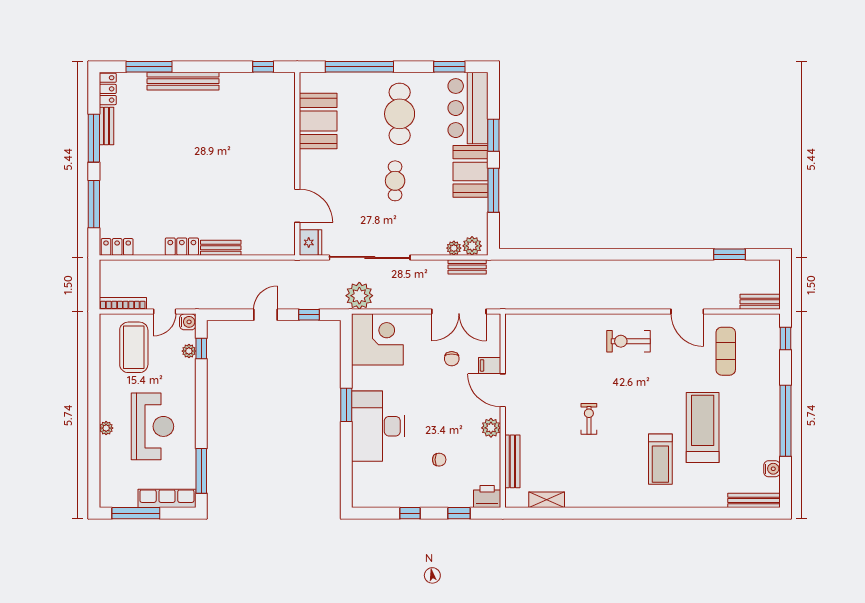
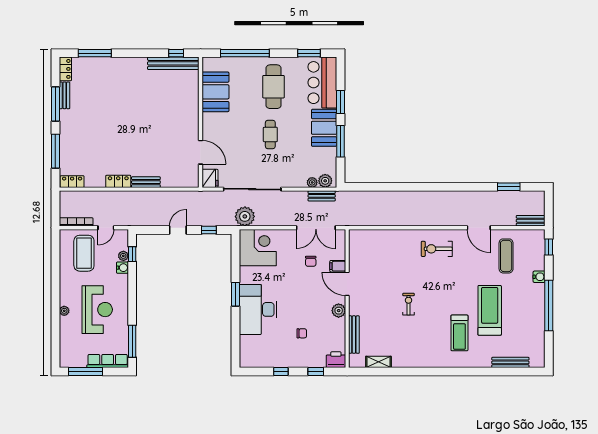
bench: (183, 81) -> (173, 63), moved
water cooler: (188, 322) -> (122, 268), moved
water cooler: (772, 469) -> (539, 277), moved
bench: (754, 500) -> (510, 362), moved

